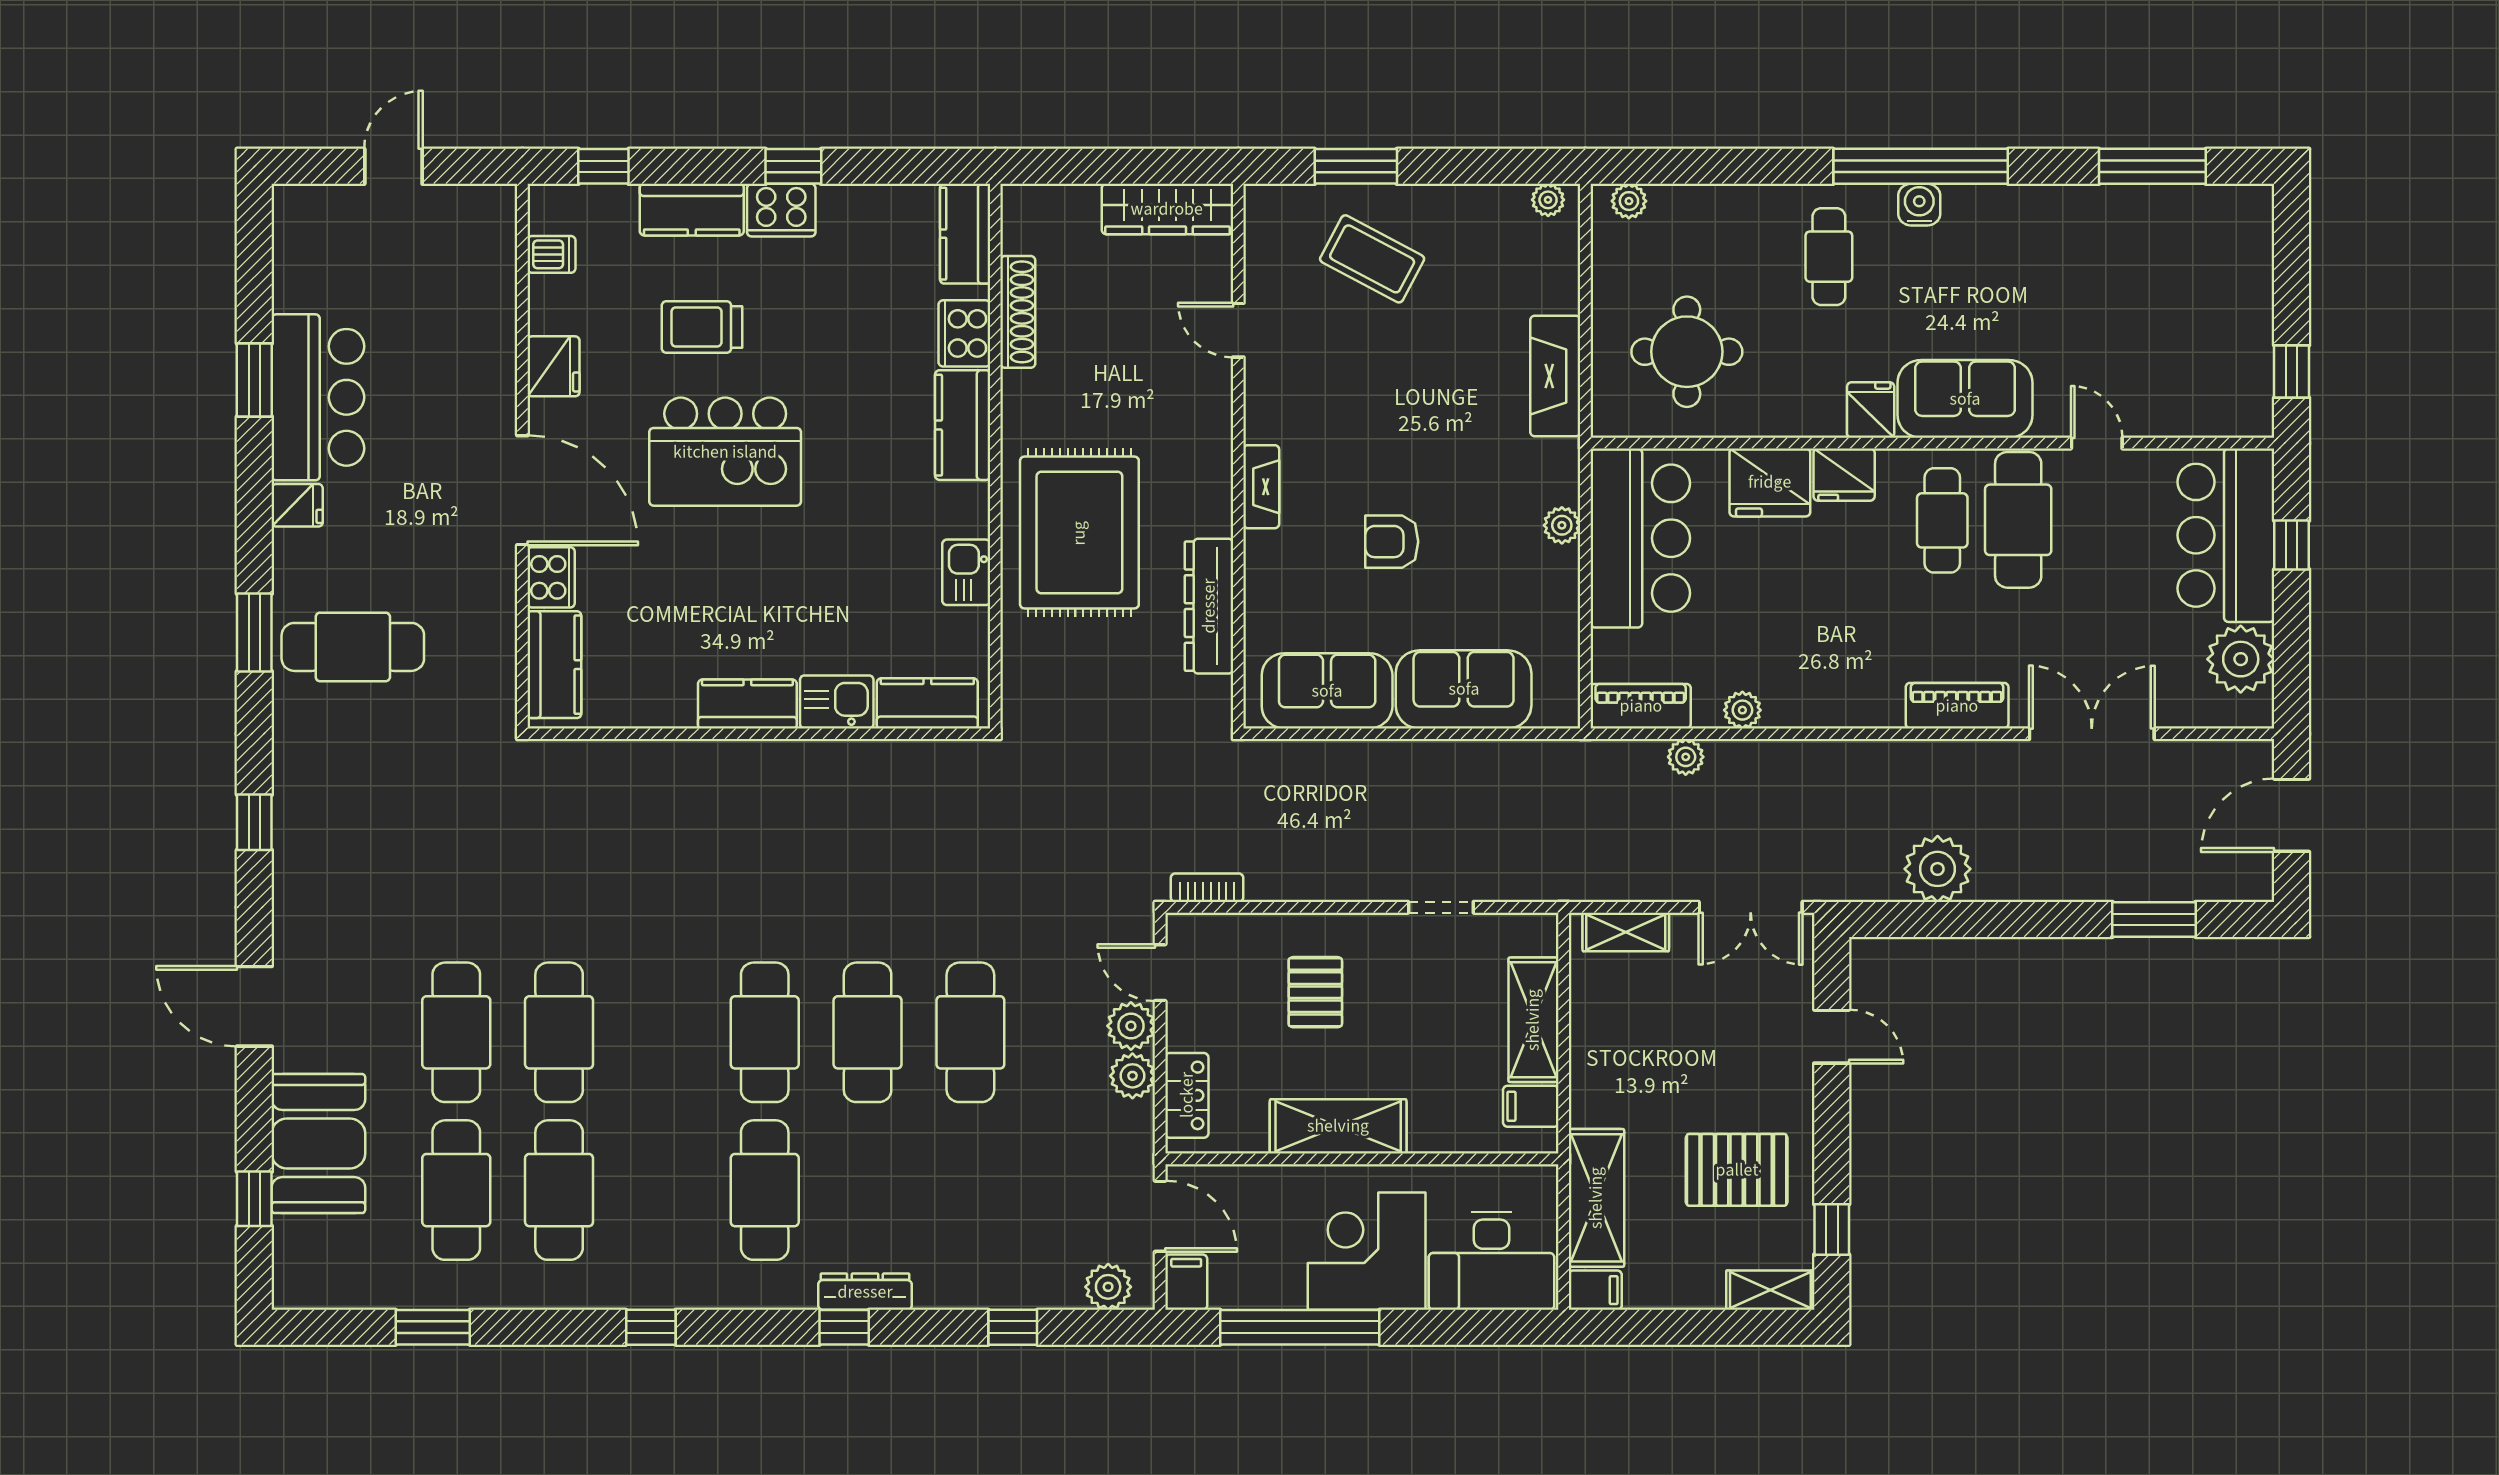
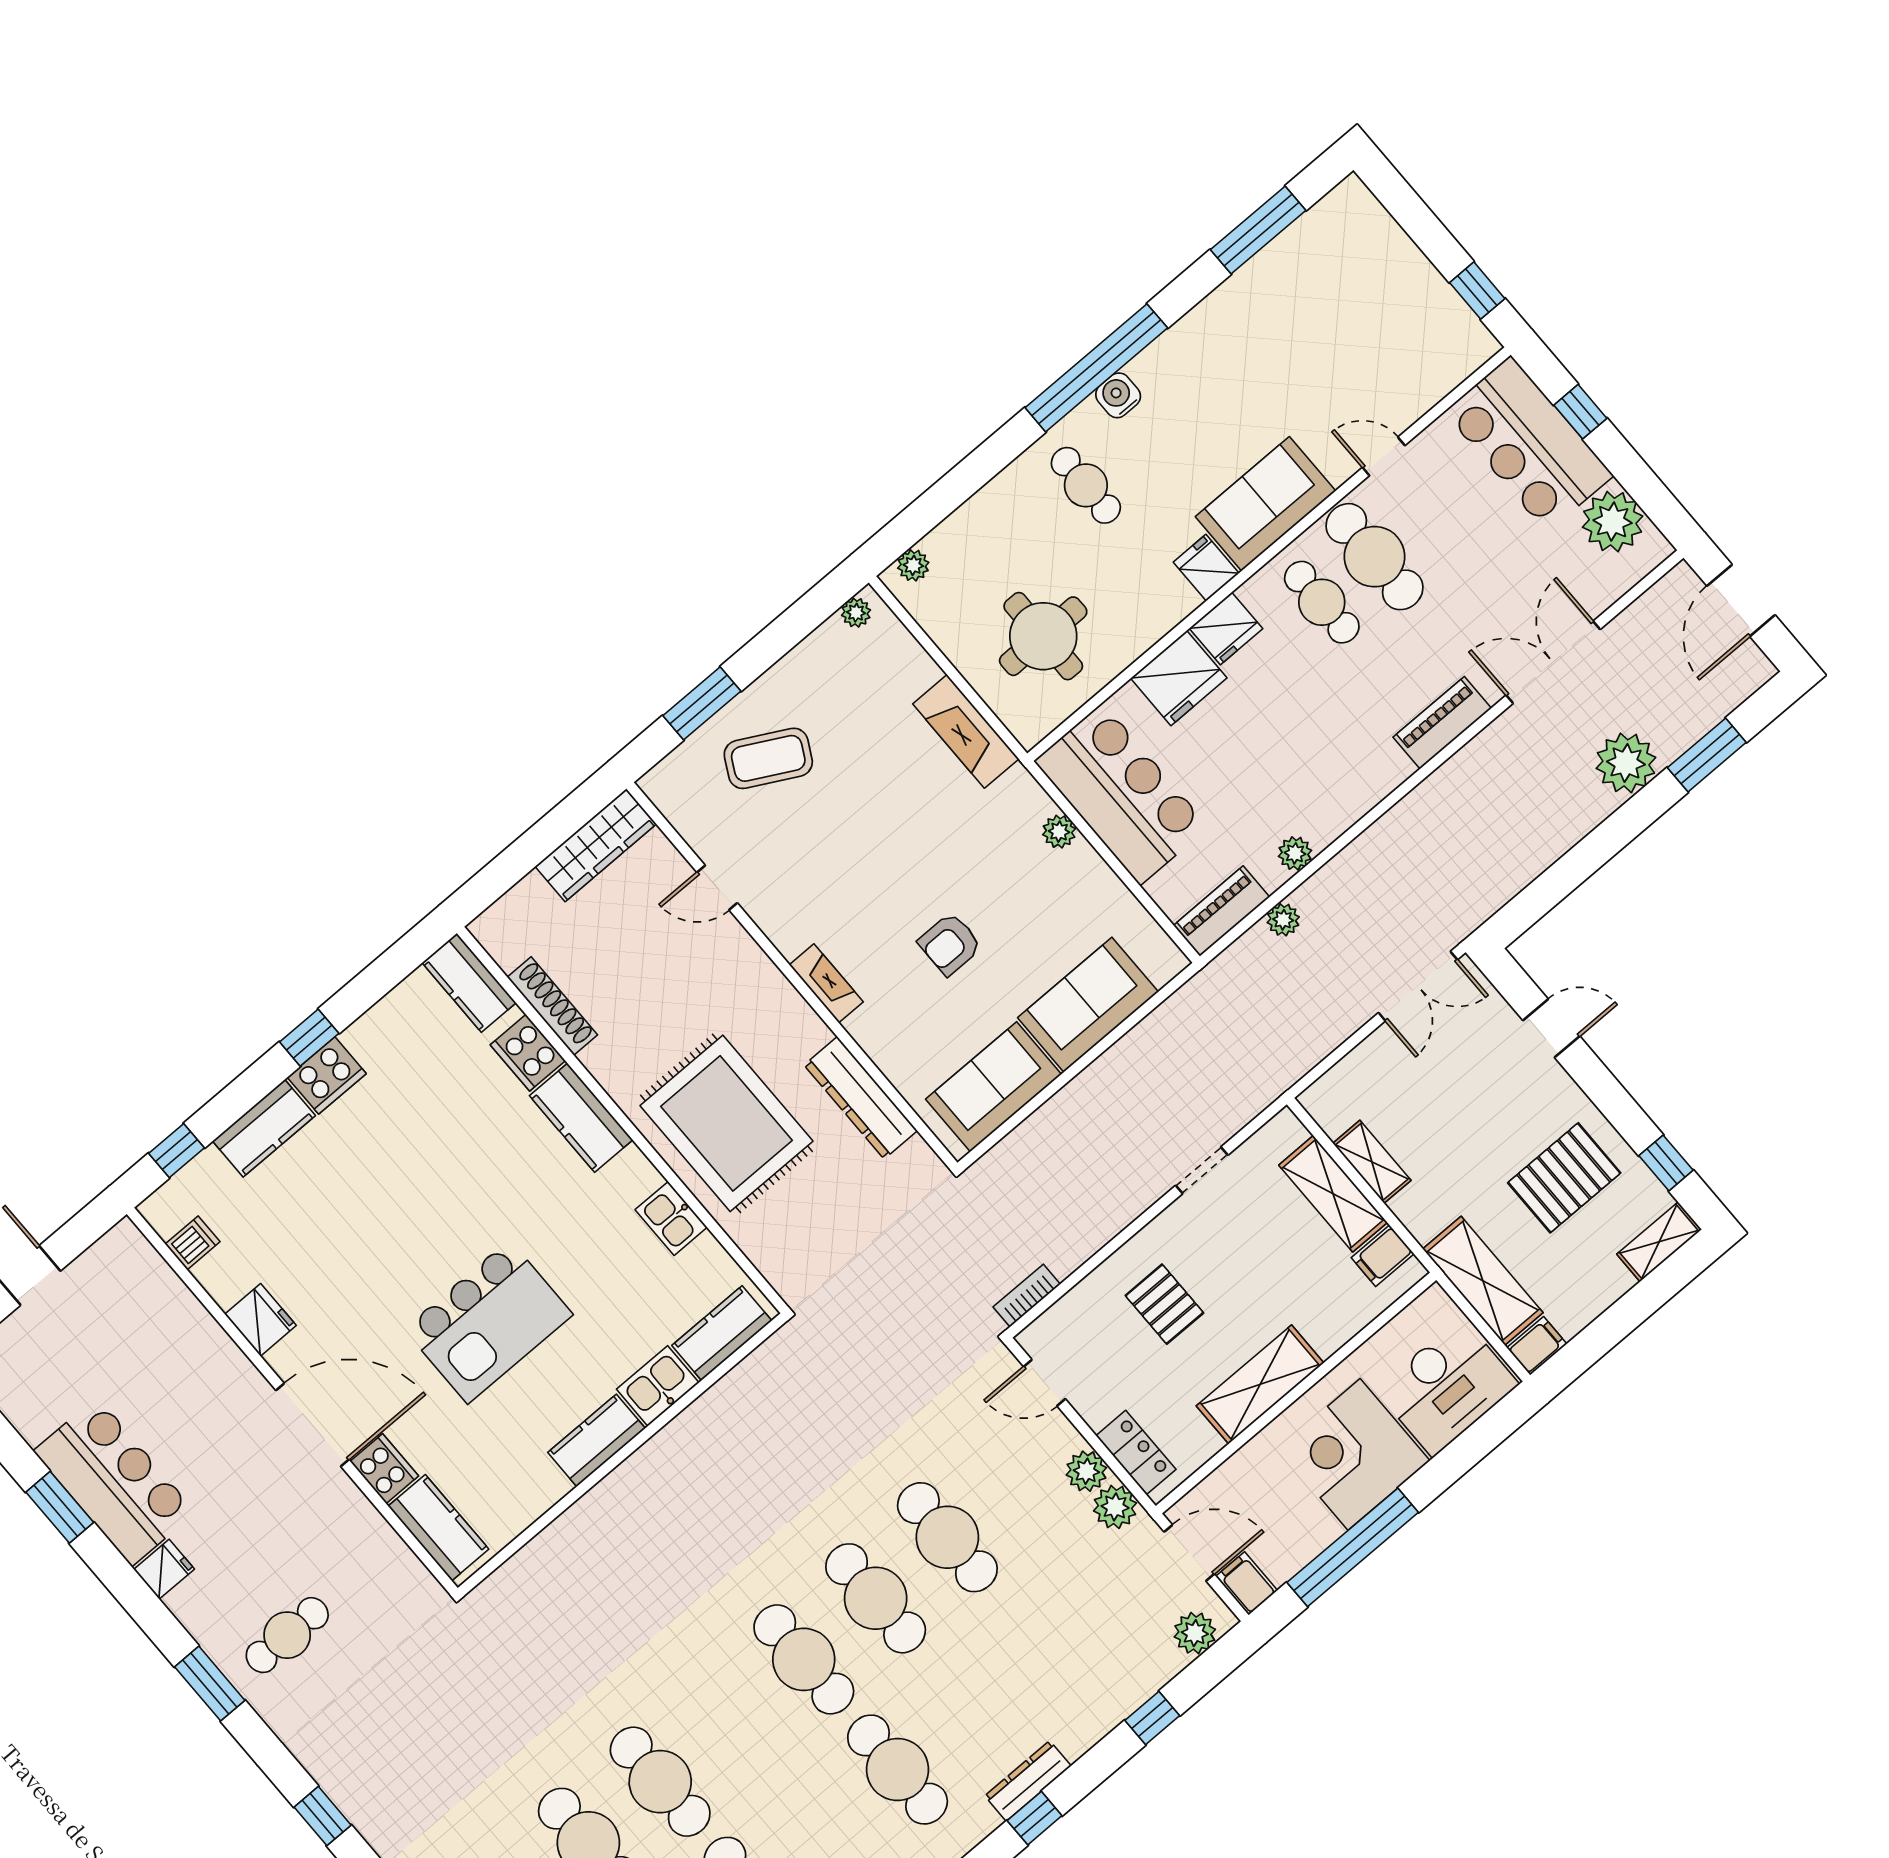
trolley: (702, 327) -> (341, 1204), removed
kitchen island: (725, 452) -> (489, 1322), moved
cafe table: (353, 647) -> (287, 1635), width x0.73, depth x0.74
plant: (1938, 869) -> (1626, 763), moved
shelving: (1626, 932) -> (1372, 1162), moved, turned 90
plant: (1131, 1026) -> (1115, 1507), moved

